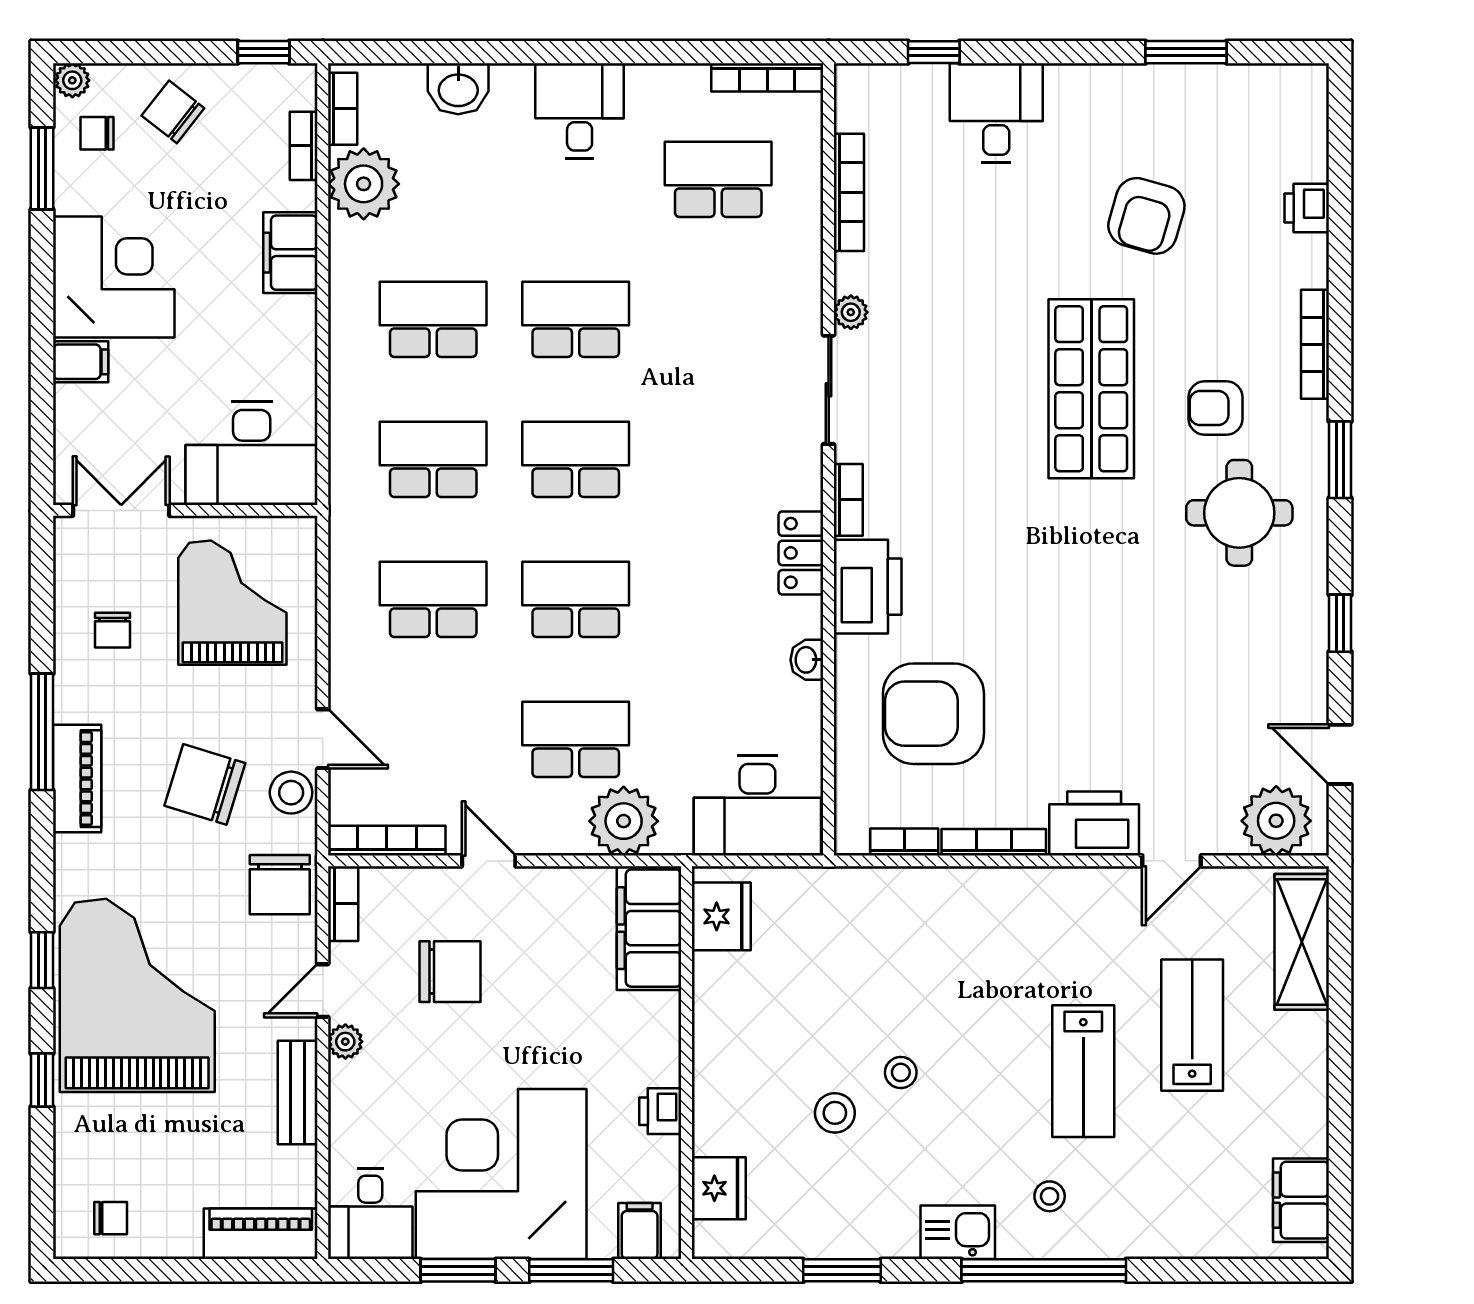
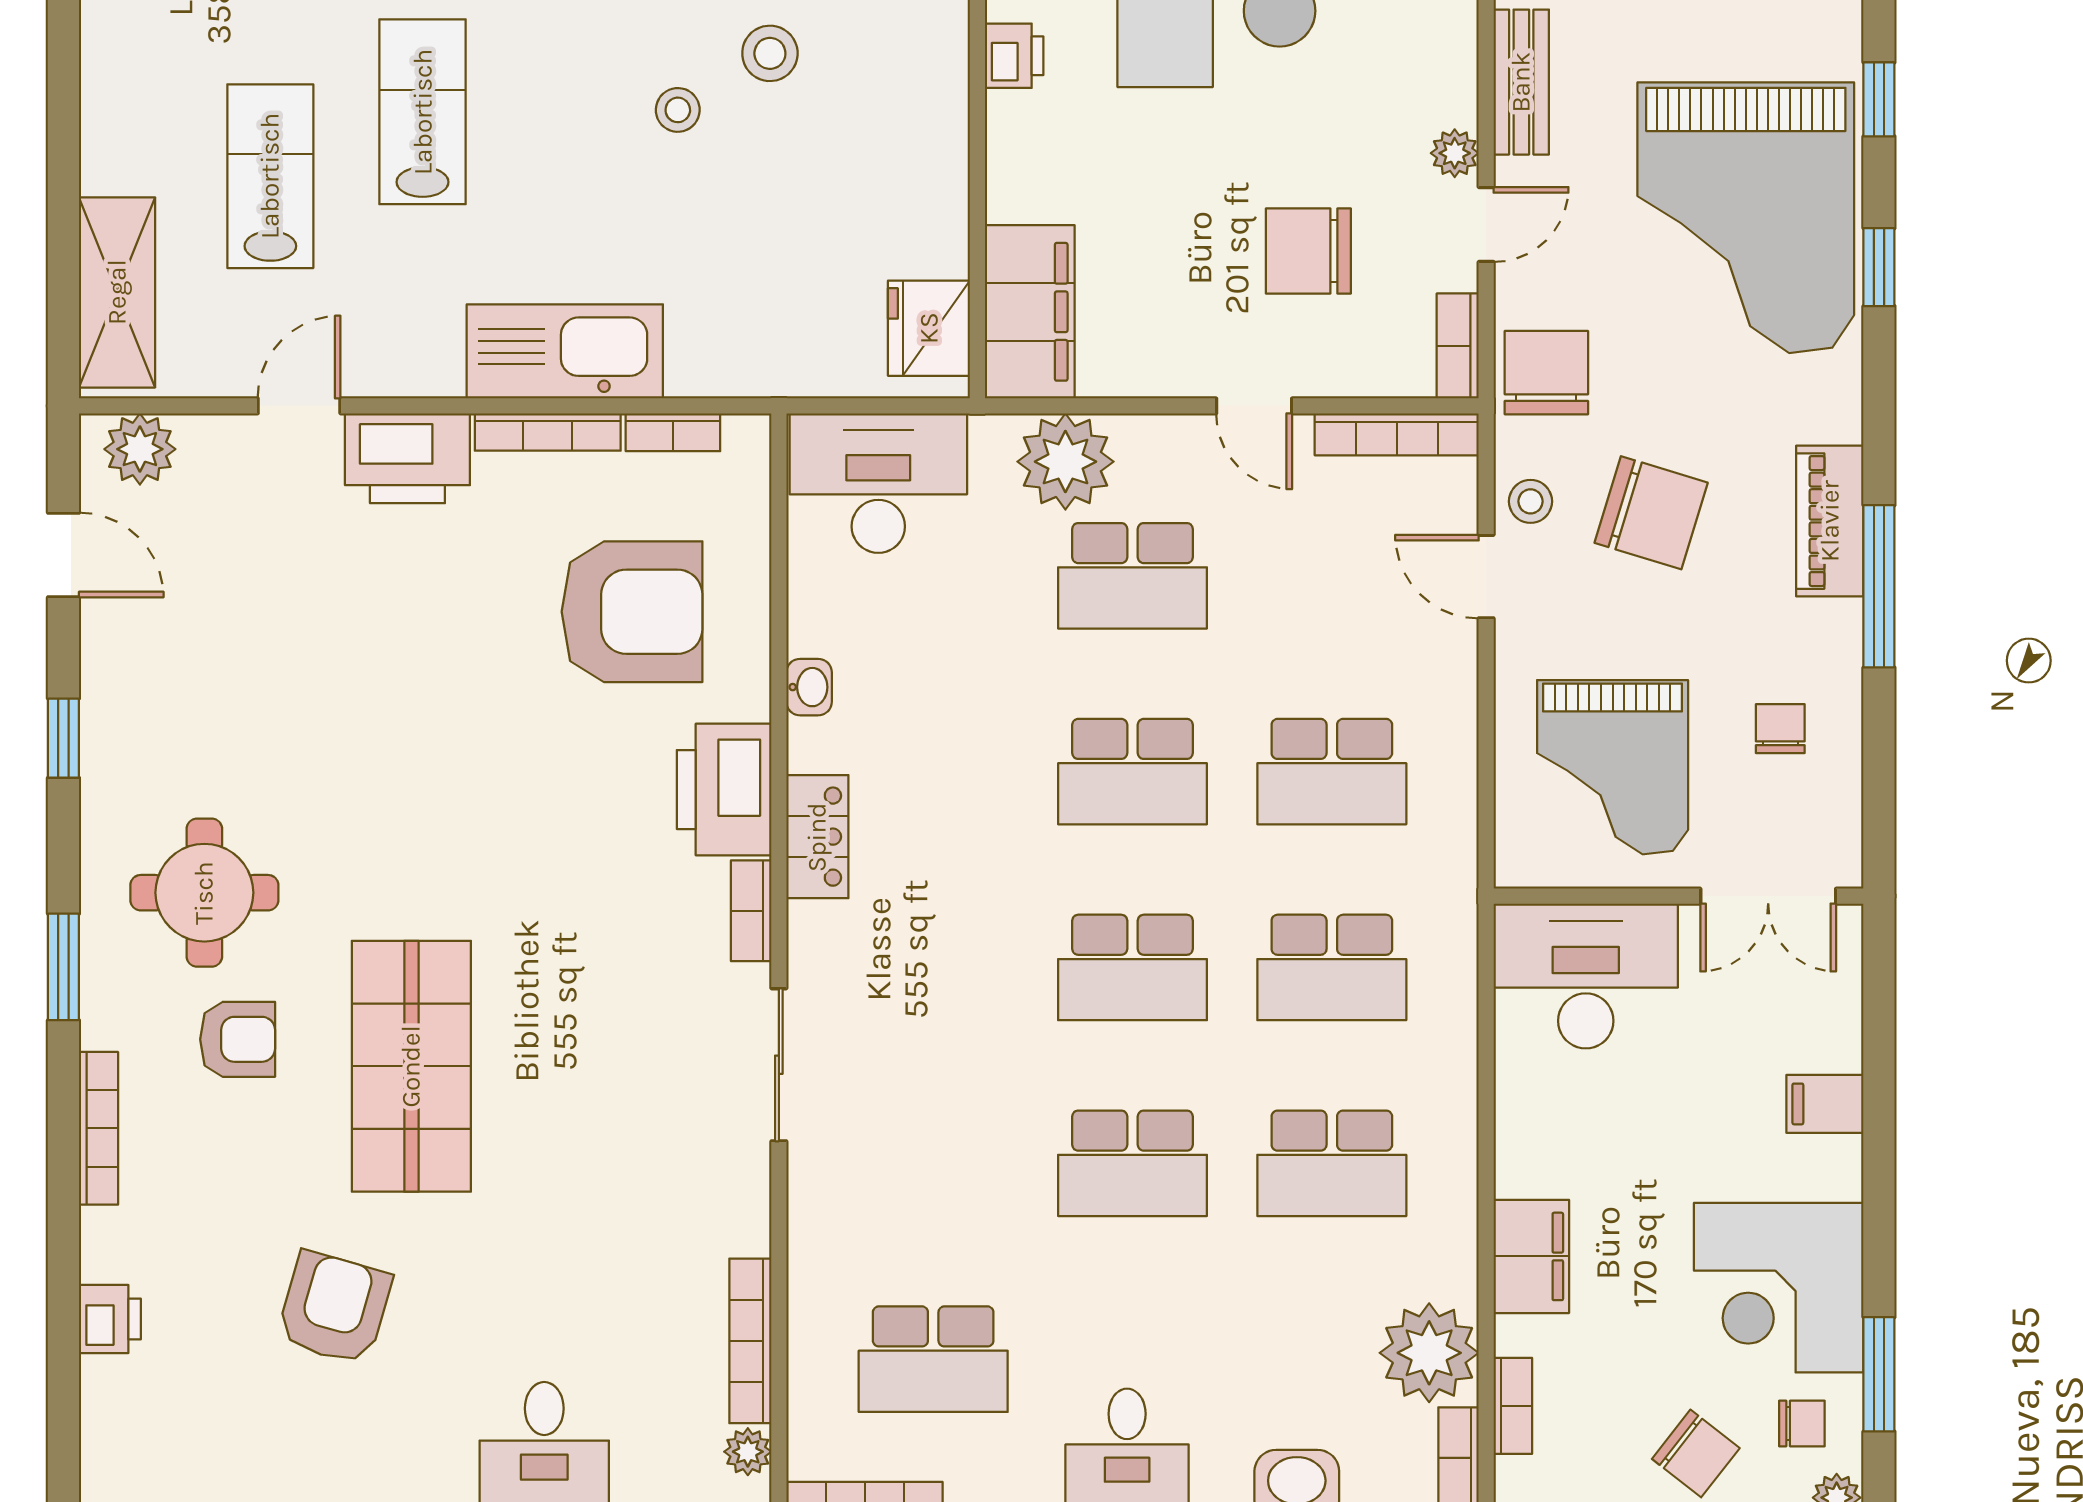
corner desk: (114, 277) -> (1779, 1288), moved
plant: (851, 312) -> (748, 1452), moved
stool: (291, 793) -> (1531, 501), width x0.73, depth x0.73
plant: (1276, 821) -> (140, 449), width x0.73, depth x0.73
kitchen sink: (982, 900) -> (565, 351), added
lab bench: (1192, 1025) -> (270, 176), turned 180

